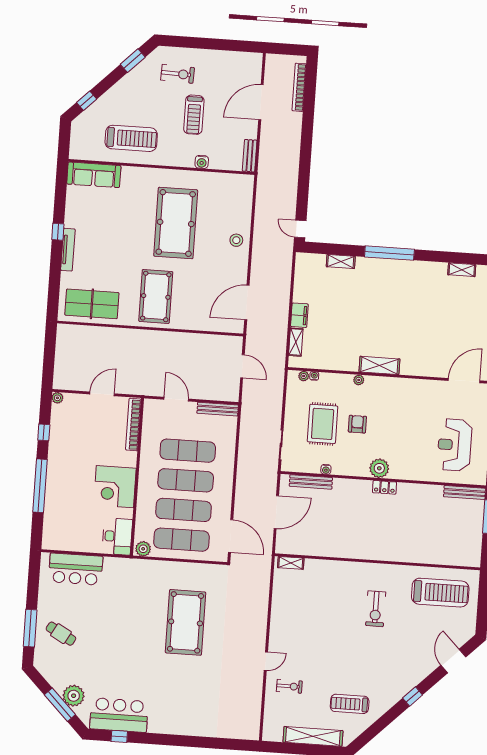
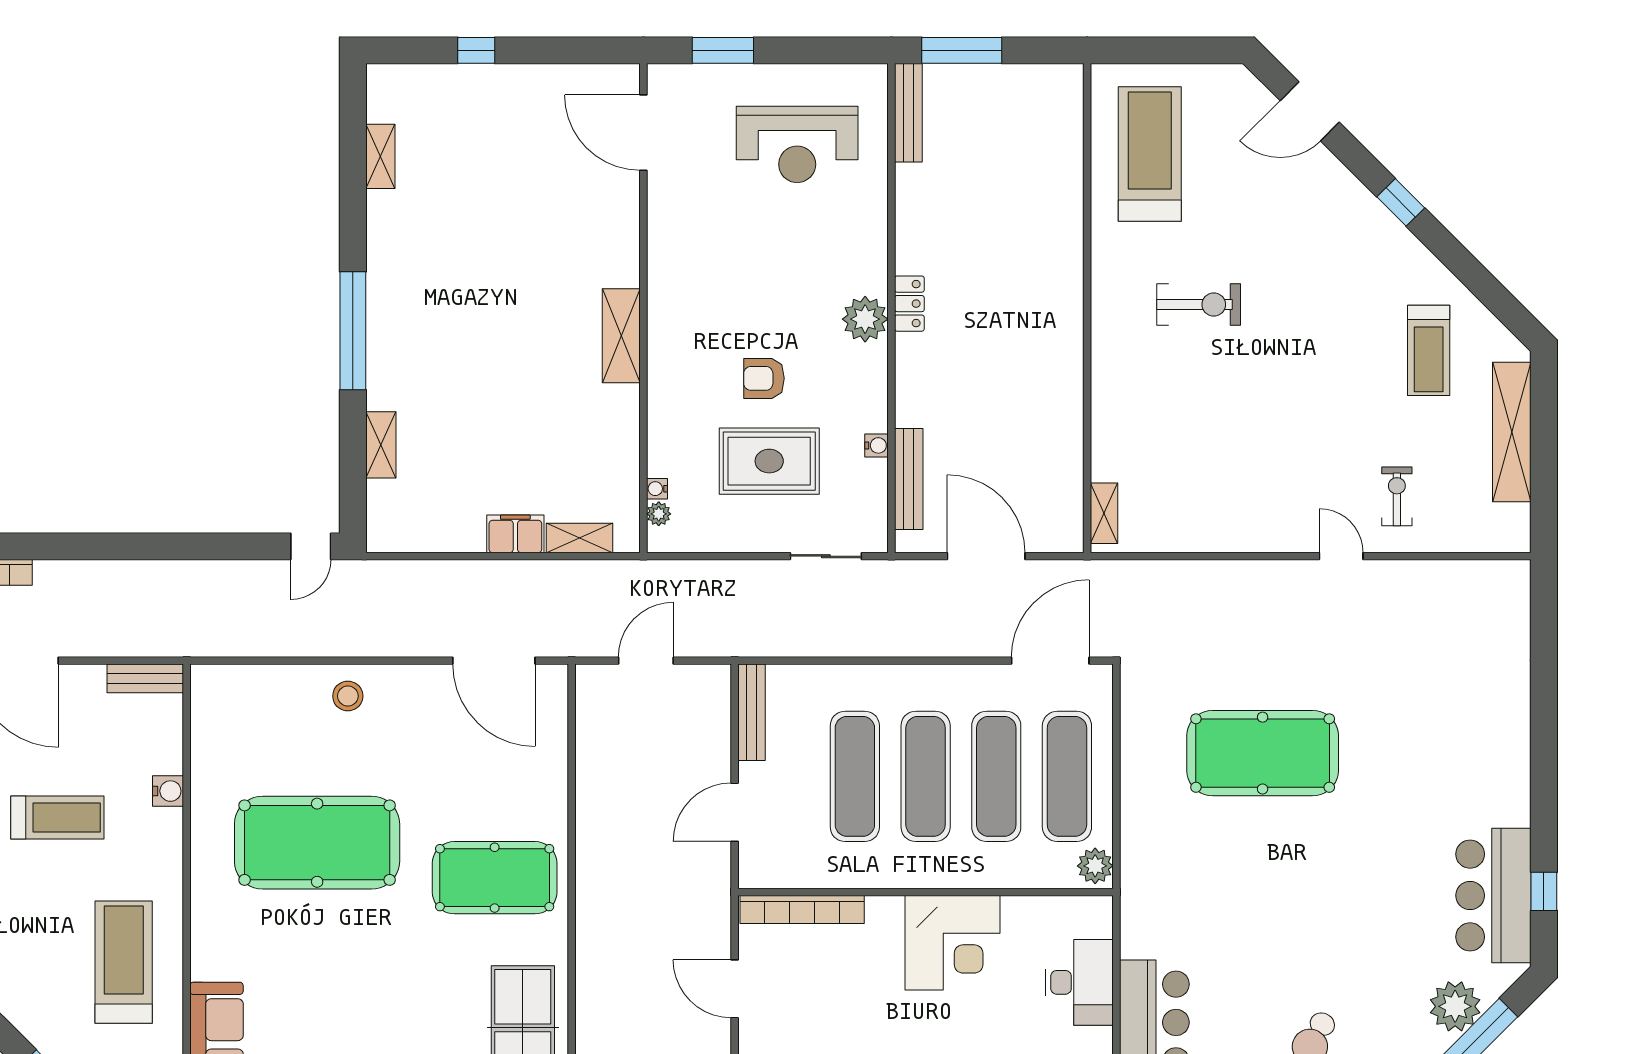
plant: (359, 380) -> (659, 383), removed
desk: (117, 536) -> (1079, 982), moved, turned 90

